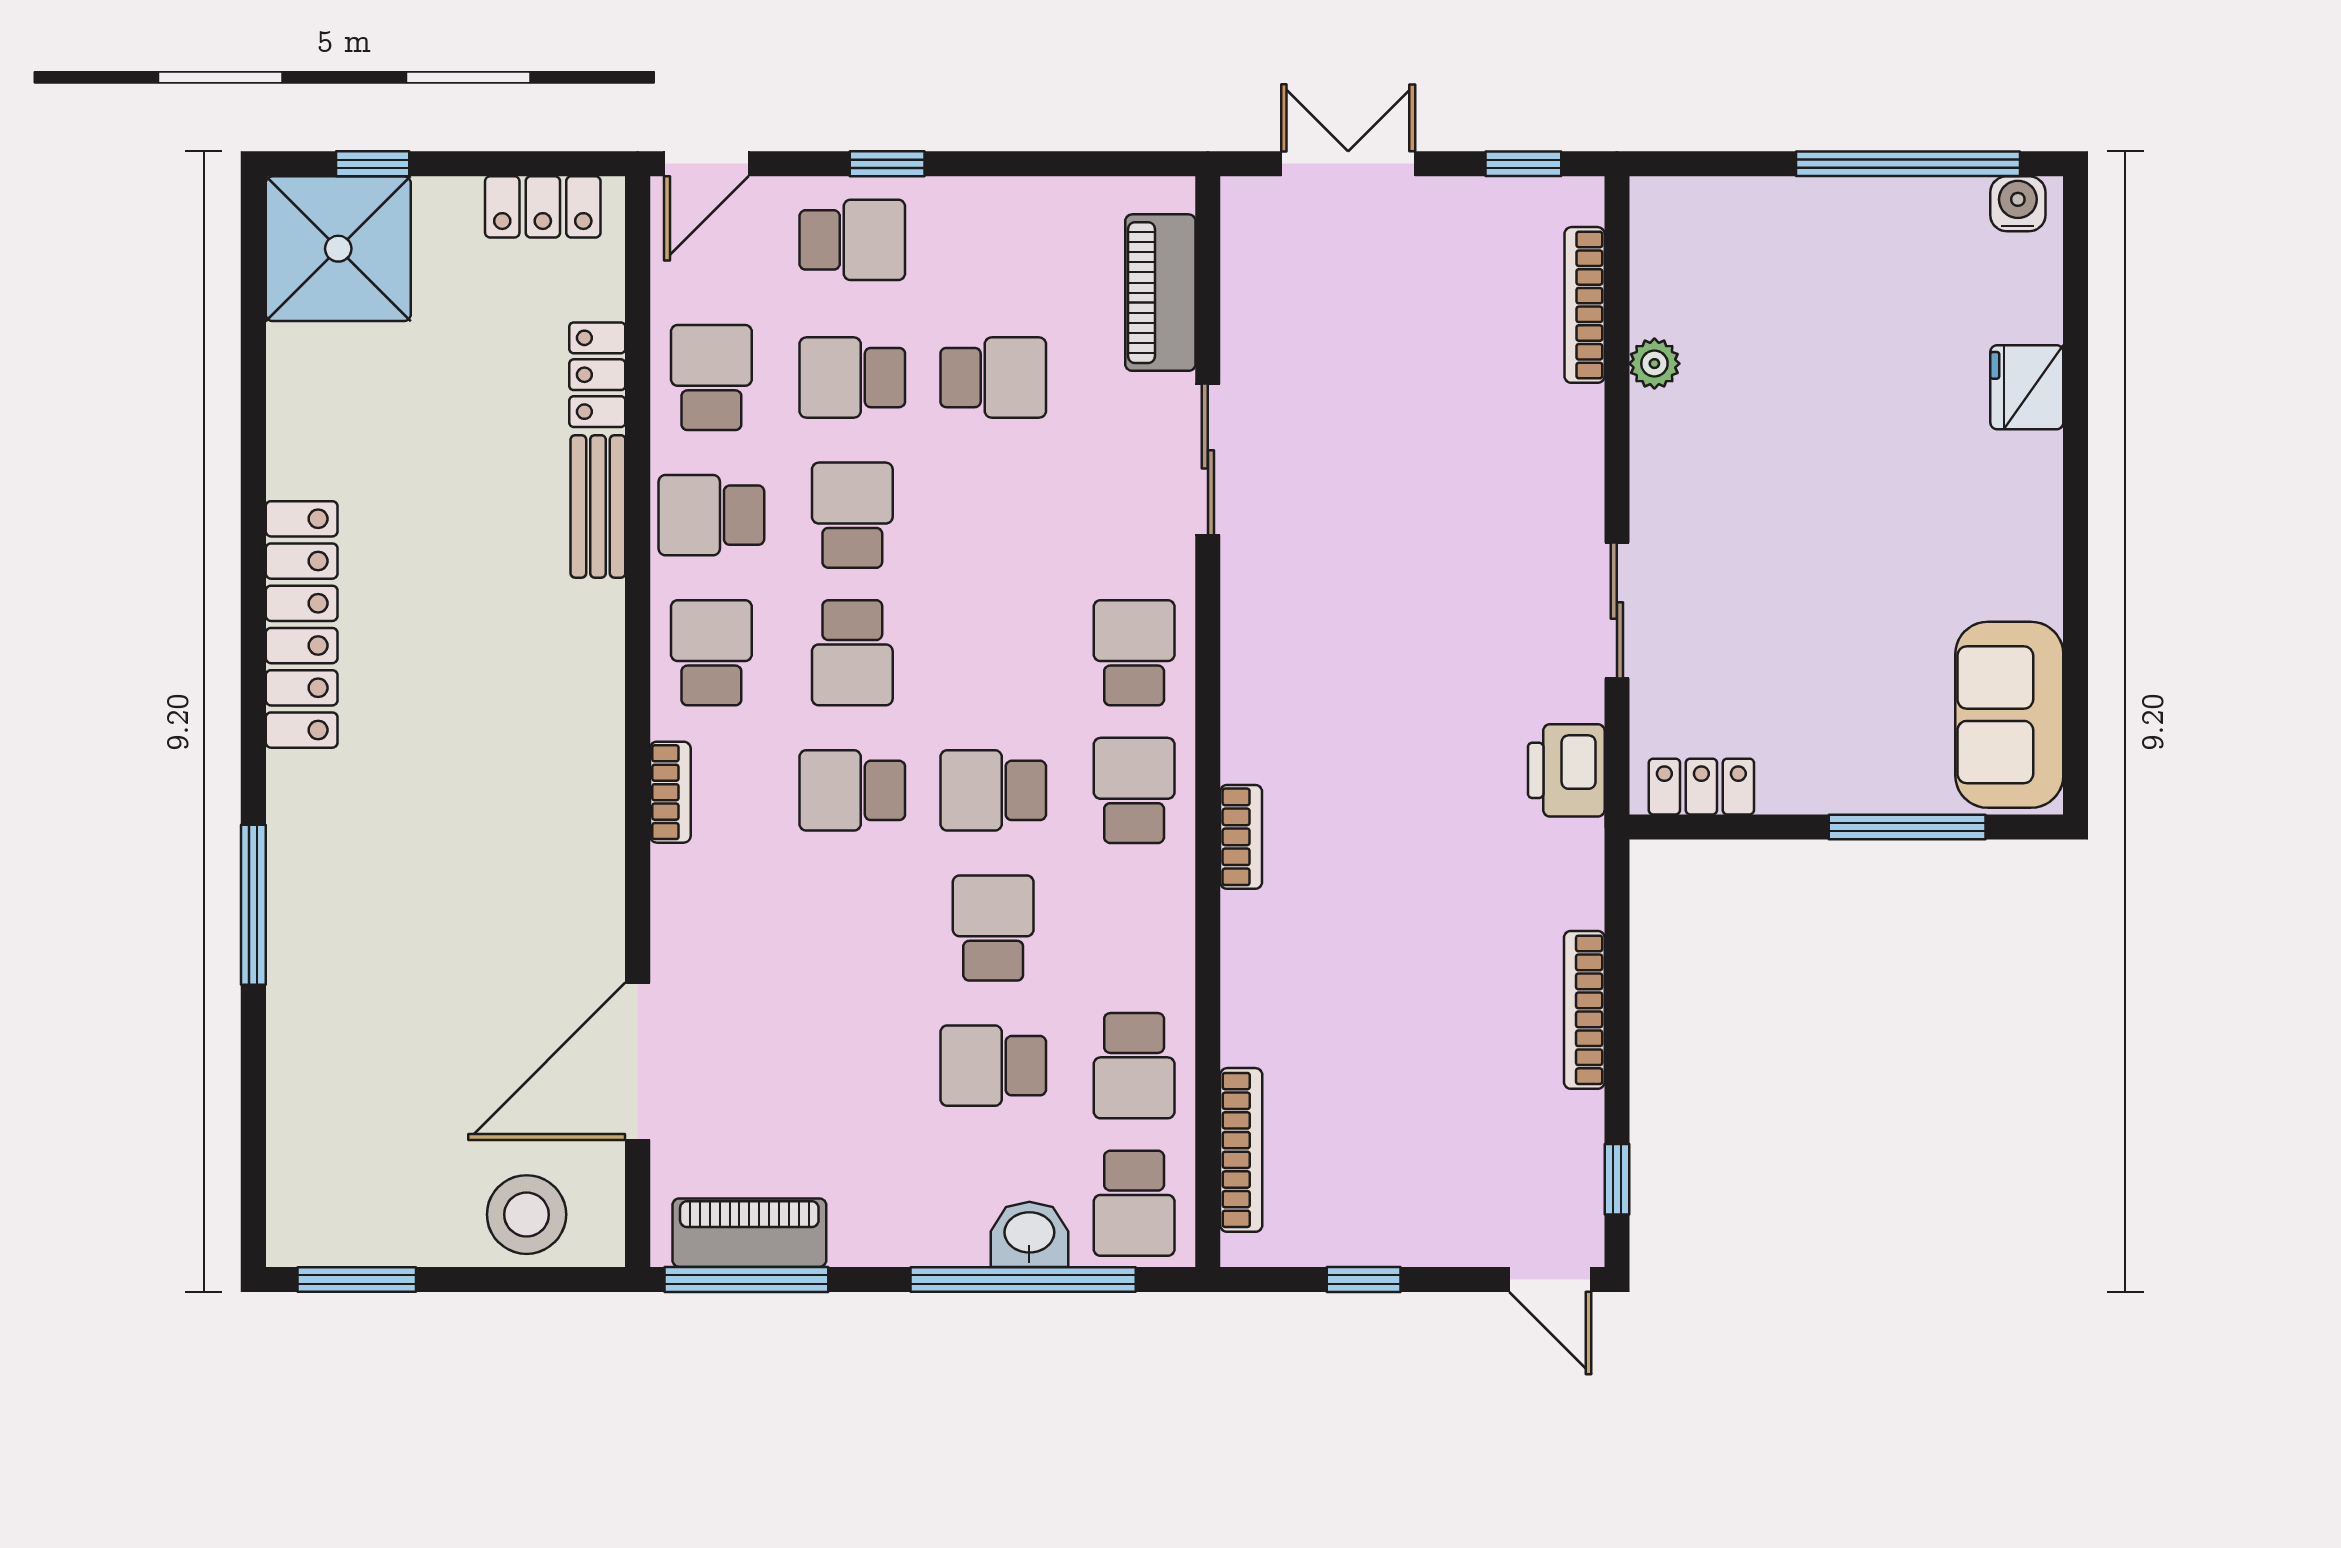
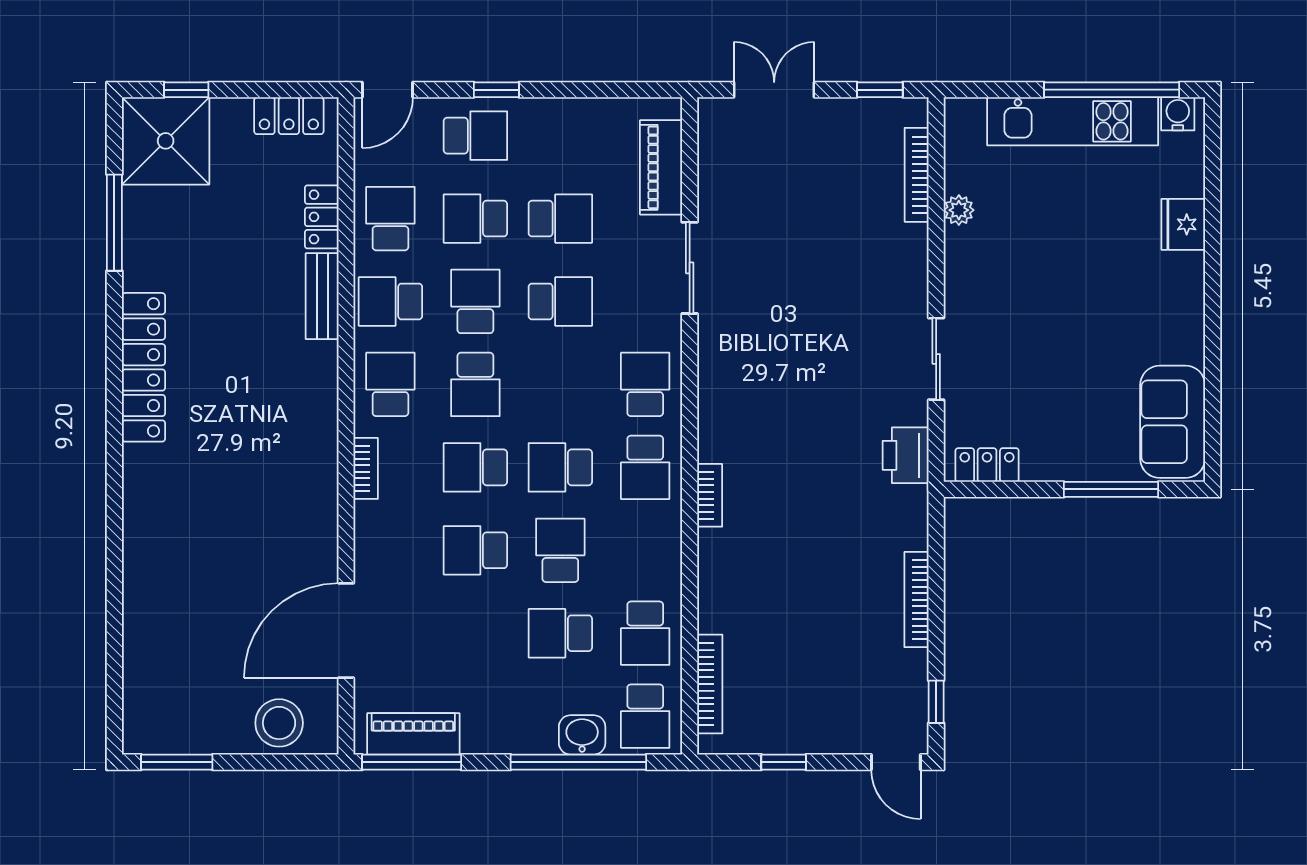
kitchen unit: (1843, 216) -> (1073, 121), added
school desk: (993, 515) -> (560, 301), added
school desk: (1134, 790) -> (645, 467), turned 180
window: (253, 905) -> (114, 223), moved
school desk: (852, 928) -> (475, 550), added

